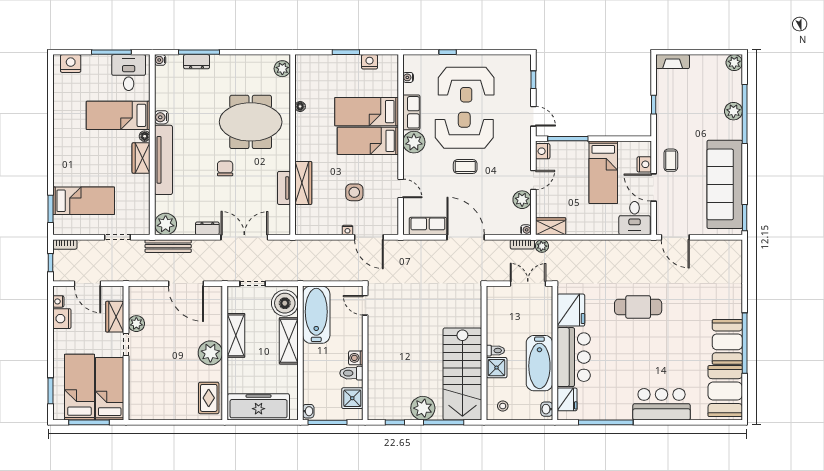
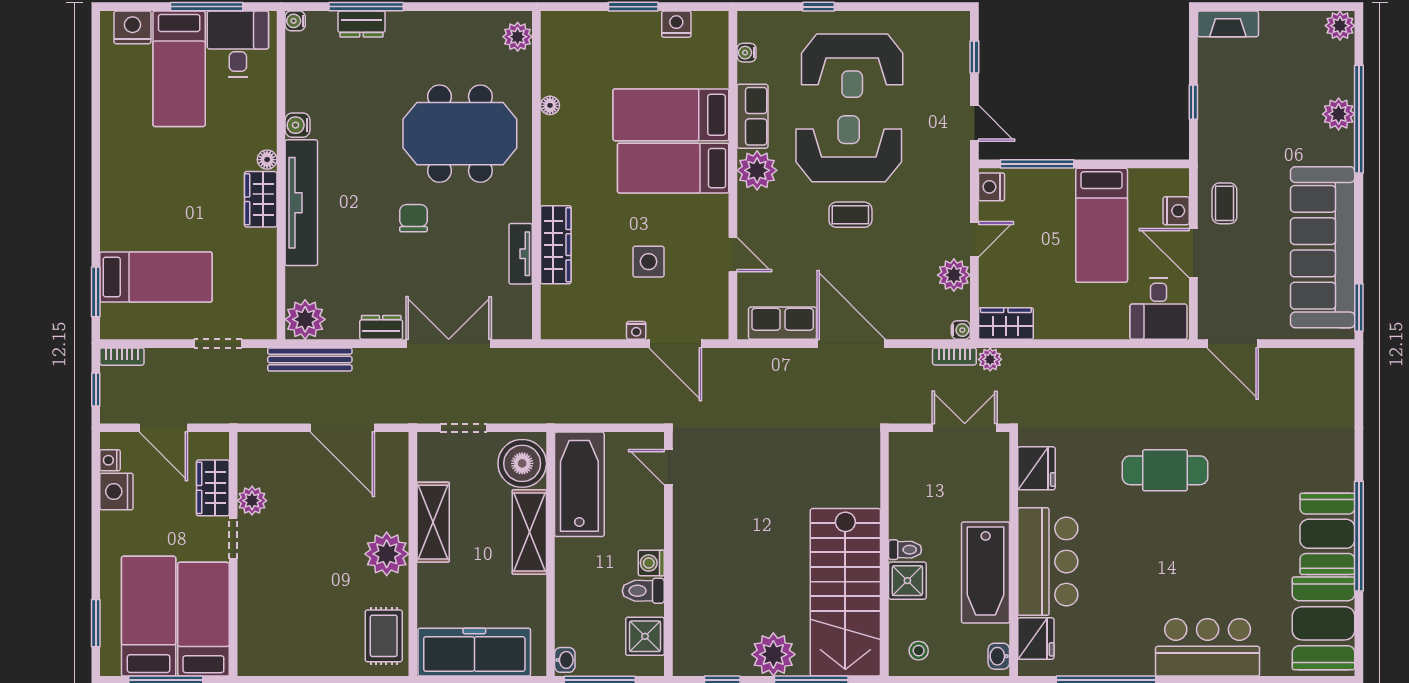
bed: (118, 115) -> (179, 69), moved, turned -90
fridge: (571, 310) -> (1036, 468), width x0.73, depth x0.75

